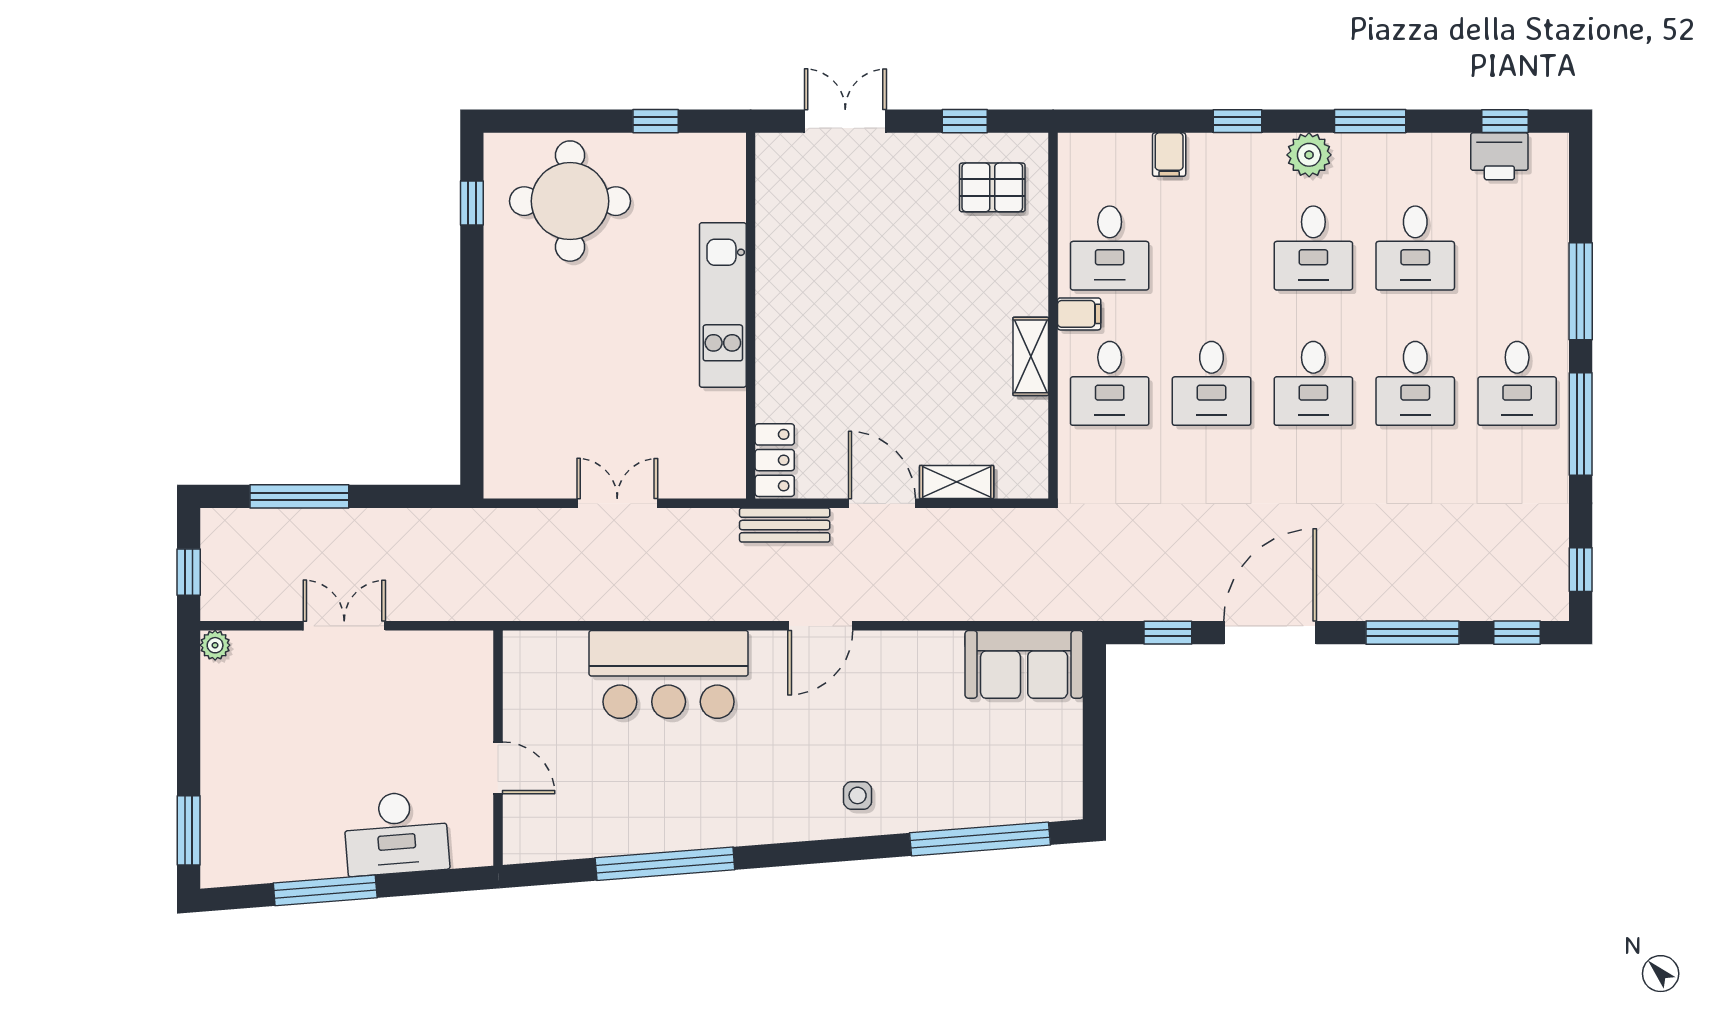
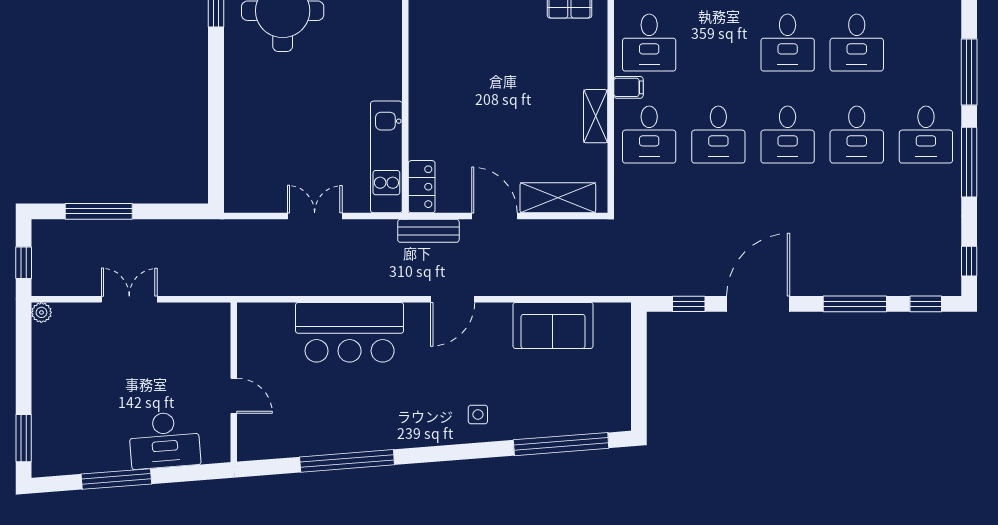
kitchen unit: (723, 305) -> (386, 157), moved
shelving: (957, 482) -> (558, 198), width x1.50, depth x1.33
sofa: (1024, 664) -> (553, 325), moved

